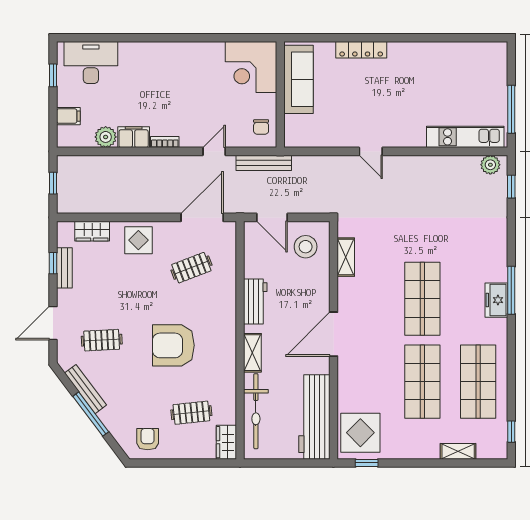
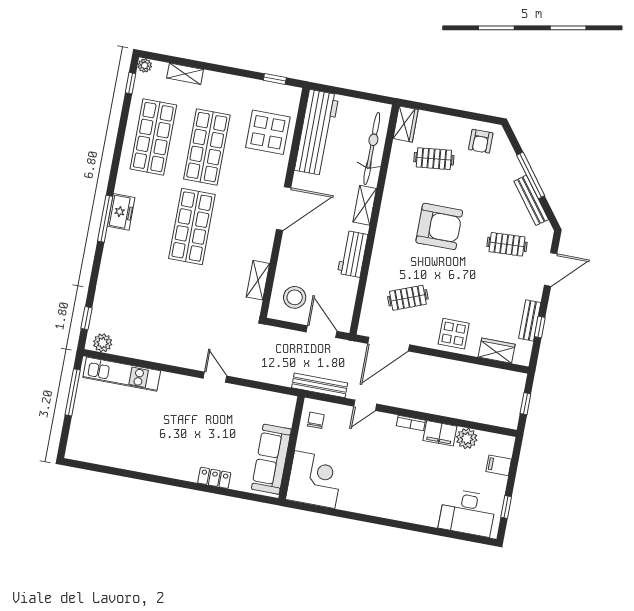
locker: (361, 50) -> (214, 478), width x0.66
display table: (360, 433) -> (268, 132), moved
plant: (500, 452) -> (145, 65), added

